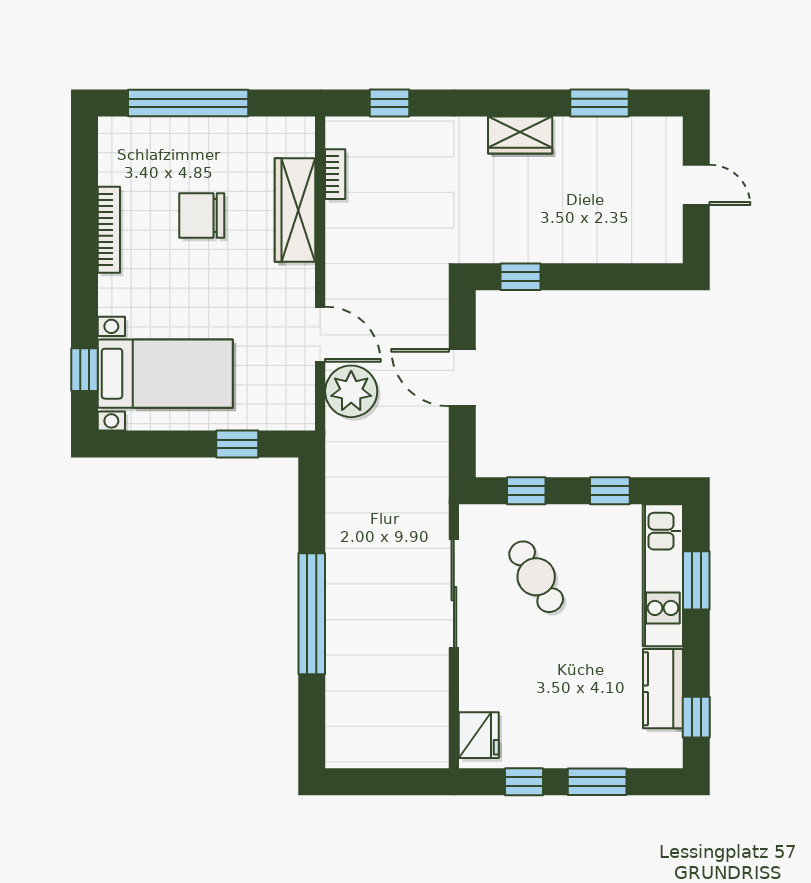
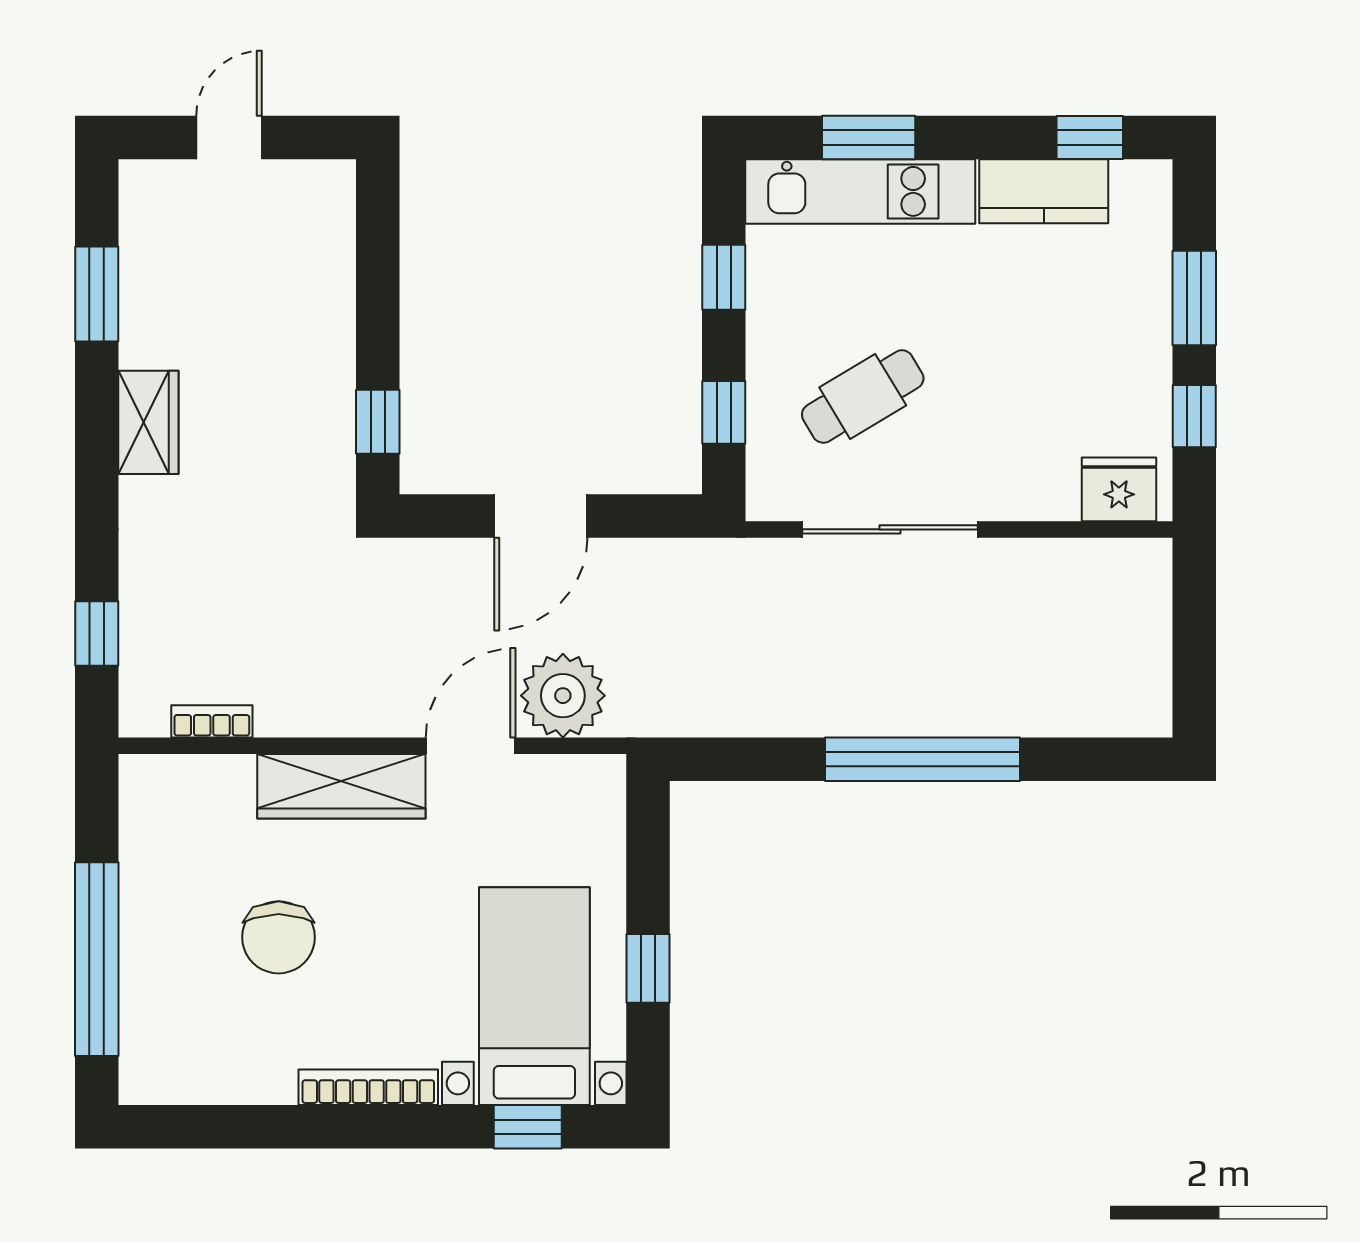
wardrobe: (295, 210) -> (341, 786), moved
bookcase: (109, 230) -> (368, 1087), moved
window: (237, 444) -> (648, 968), moved

